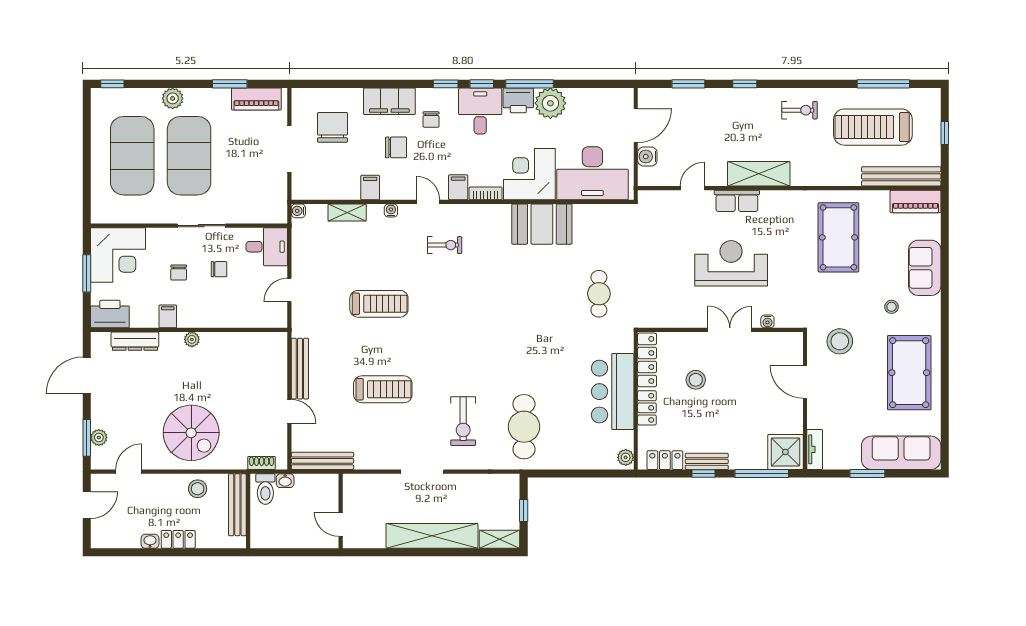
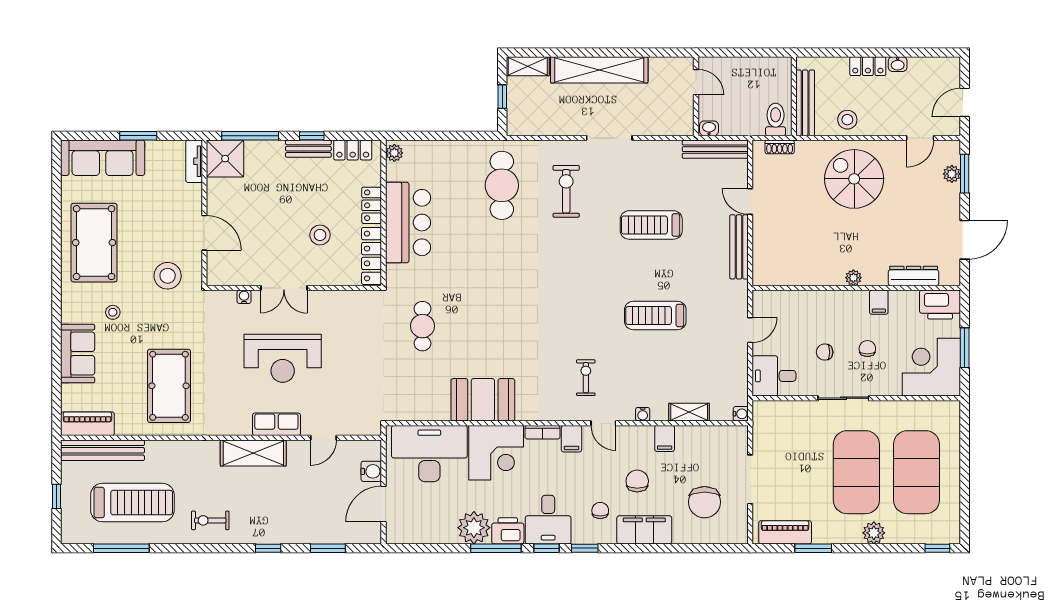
chair: (396, 147) -> (637, 481), turned 90
exercise bike: (445, 245) -> (586, 378), turned 90
washbasin: (285, 481) -> (709, 128), moved

